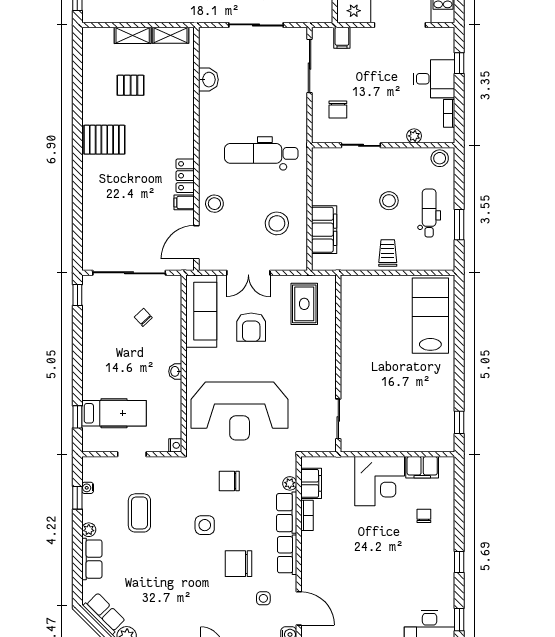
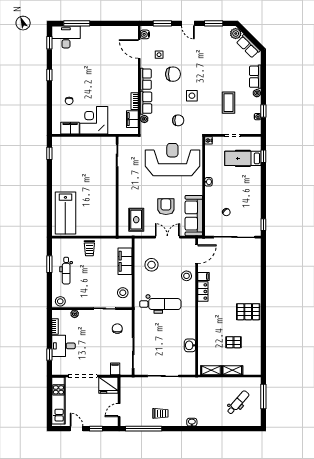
stool: (389, 201) -> (123, 293), moved

